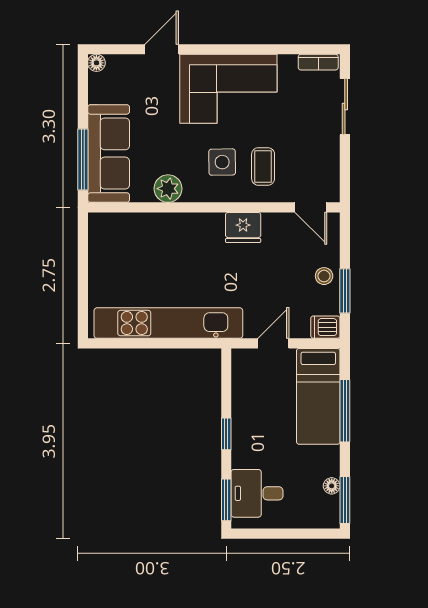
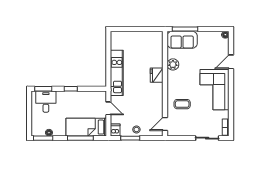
door: (162, 49) -> (231, 62), swing flipped
sofa: (109, 153) -> (182, 40), width x0.73
side table: (222, 162) -> (184, 87), removed
fridge: (243, 227) -> (157, 75), moved
kitchen unit: (168, 323) -> (117, 73), width x0.73

